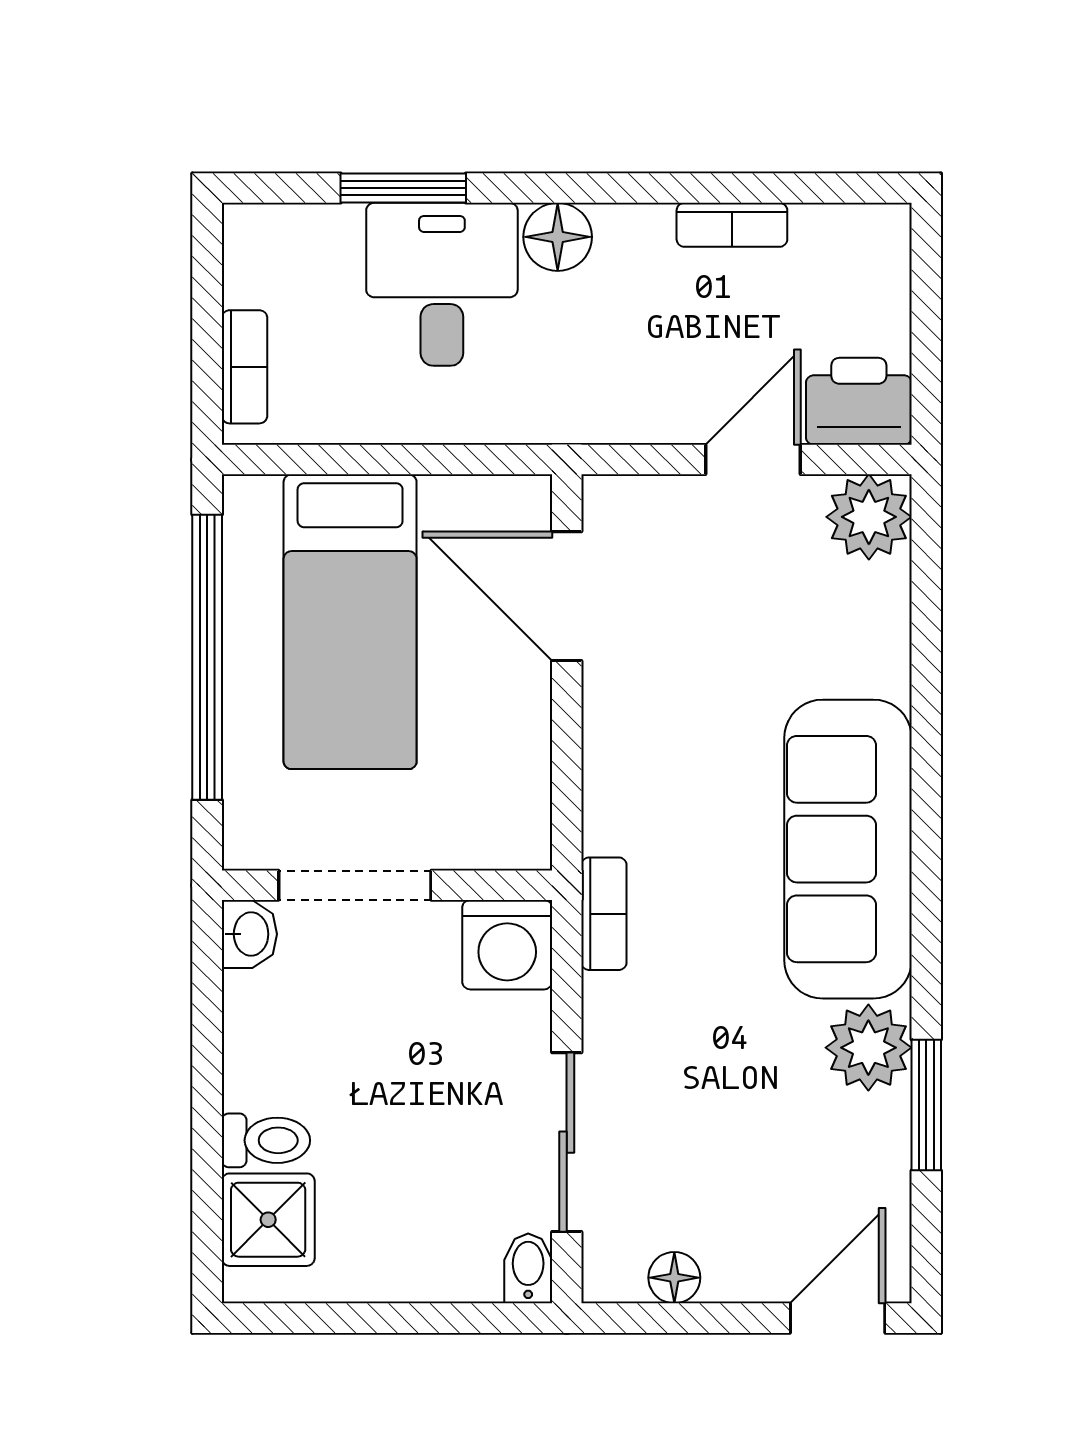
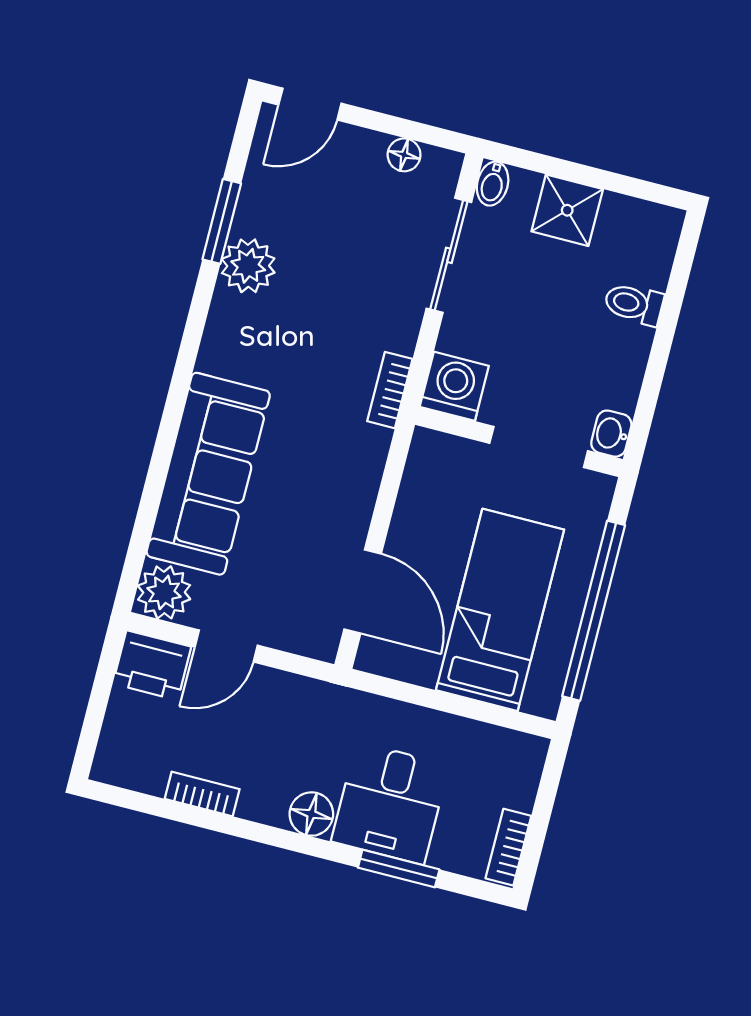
bookcase: (244, 367) -> (508, 847), moved
sofa: (848, 849) -> (208, 474), moved
shower: (268, 1220) -> (567, 210), moved

